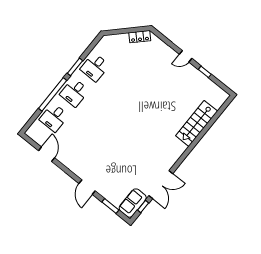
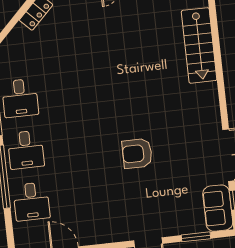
armchair: (122, 143) -> (137, 153), added

